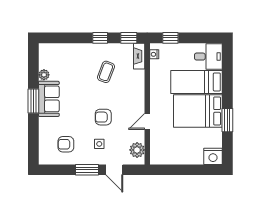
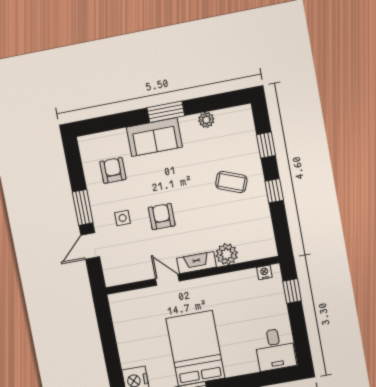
window: (129, 38) -> (266, 145), moved
fireplace: (139, 56) -> (196, 263), moved
coffee table: (106, 72) -> (231, 182), moved
bed: (197, 82) -> (236, 339), removed
sofa: (49, 99) -> (154, 137), moved
plant: (137, 150) -> (227, 254), moved

